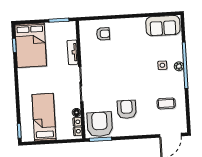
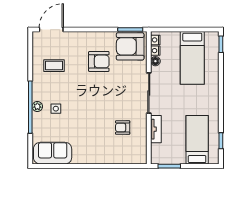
armchair: (103, 34) -> (123, 128), moved
bed: (31, 45) -> (197, 140), width x0.67
armchair: (127, 109) -> (99, 61), turned -90
armchair: (100, 124) -> (130, 46), turned 90

